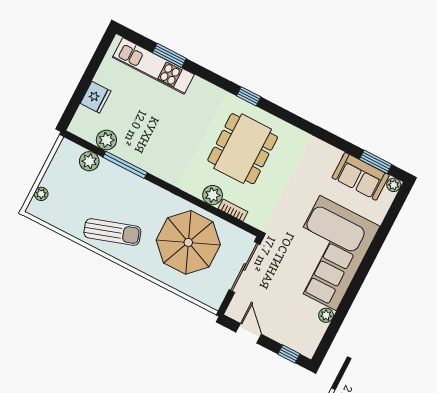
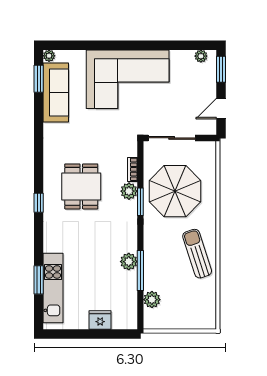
plant: (106, 140) -> (129, 262), moved
dining table: (243, 149) -> (81, 186), width x0.73
sofa: (361, 176) -> (56, 92), width x1.36
plant: (41, 194) -> (196, 324), removed
window: (196, 201) -> (140, 202), added
plant: (326, 315) -> (201, 56), moved
window: (289, 354) -> (221, 69), width x1.50

